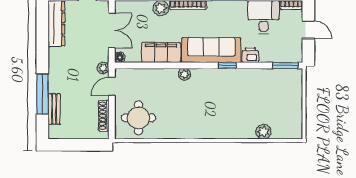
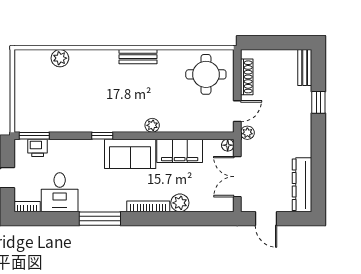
sofa: (211, 50) -> (130, 154), width x0.73
printer: (250, 55) -> (38, 148), moved
window: (42, 94) -> (318, 102), width x0.46
bench: (54, 109) -> (305, 68), moved
bench: (197, 133) -> (138, 57), added

